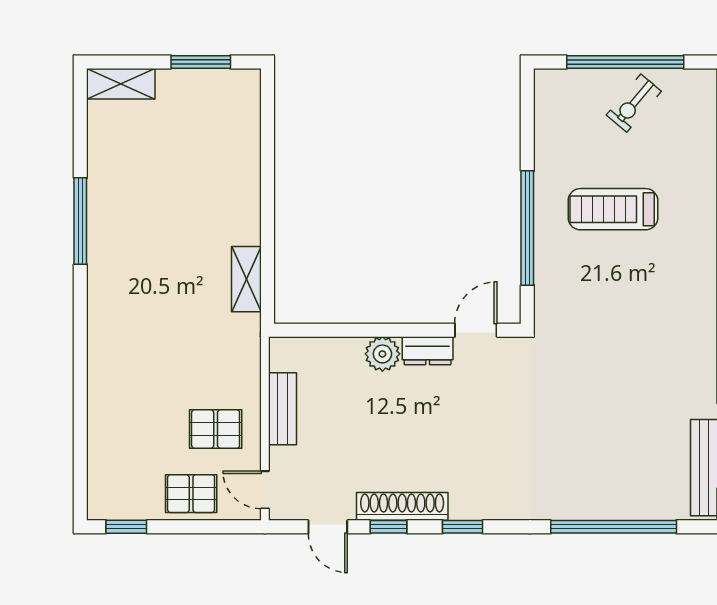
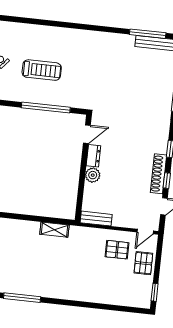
treadmill: (613, 209) -> (42, 70), turned -90
door: (476, 330) -> (87, 134), swing flipped
bench: (283, 409) -> (96, 219), moved
pallet: (216, 429) -> (117, 250), turned 90

